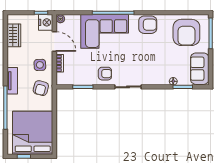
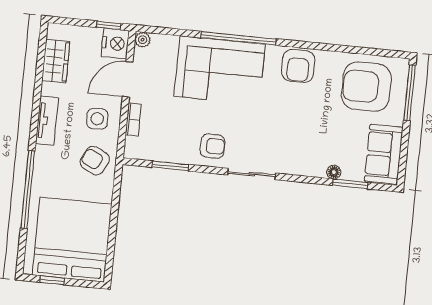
armchair: (148, 25) -> (298, 66), turned 90
armchair: (186, 32) -> (366, 87), turned 90
door: (54, 42) -> (128, 79), swing flipped
tv unit: (12, 81) -> (47, 121), moved
armchair: (41, 88) -> (95, 161), turned 102

